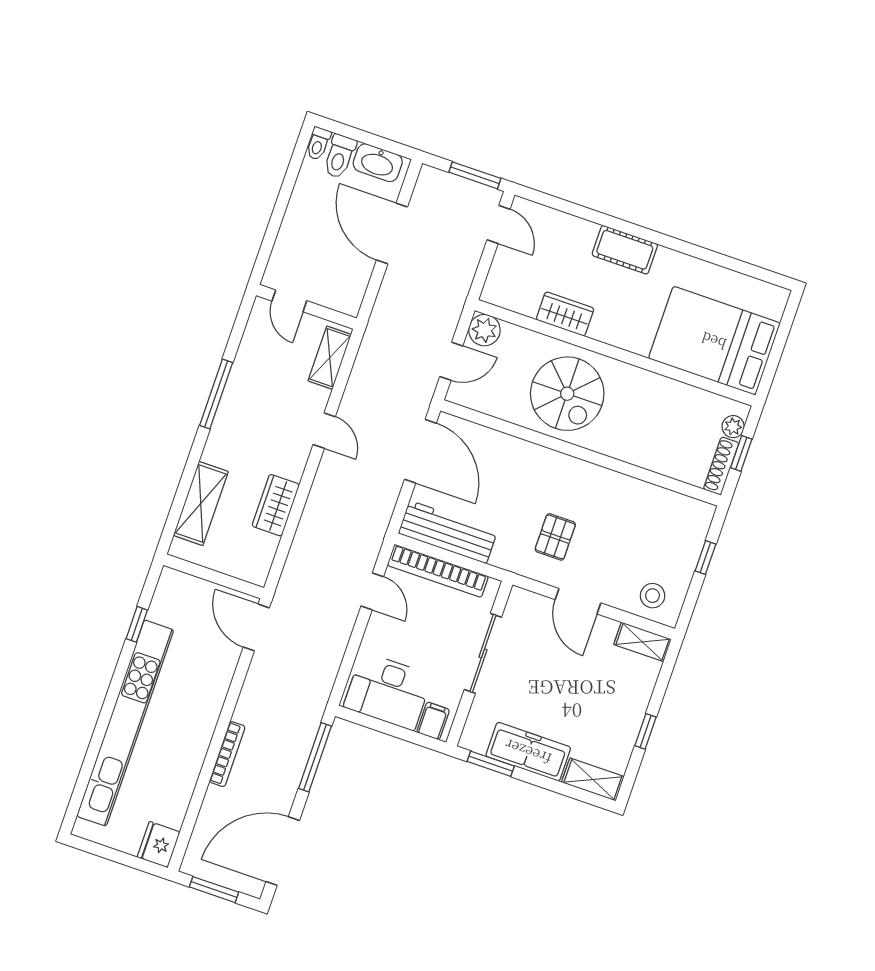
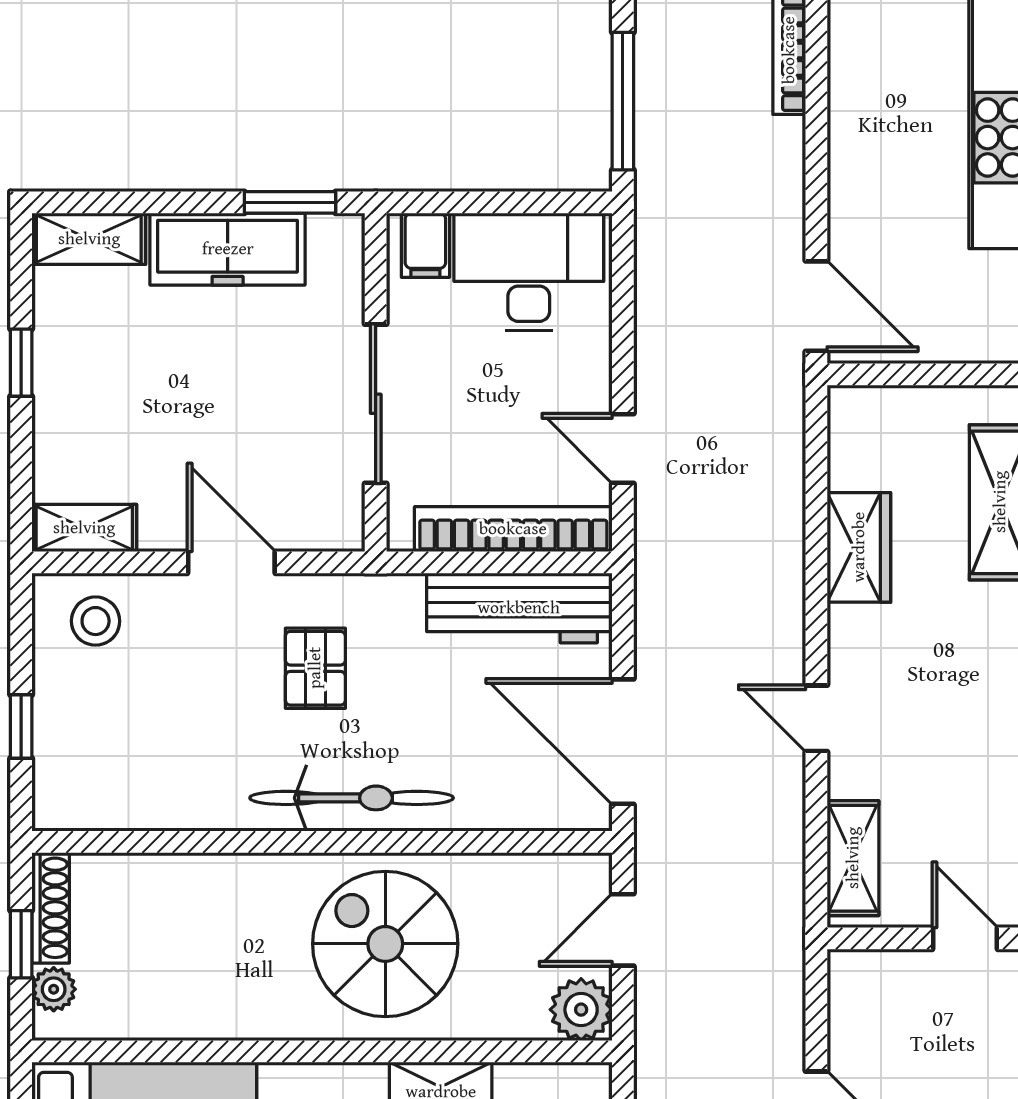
bicycle: (559, 469) -> (352, 798), added

